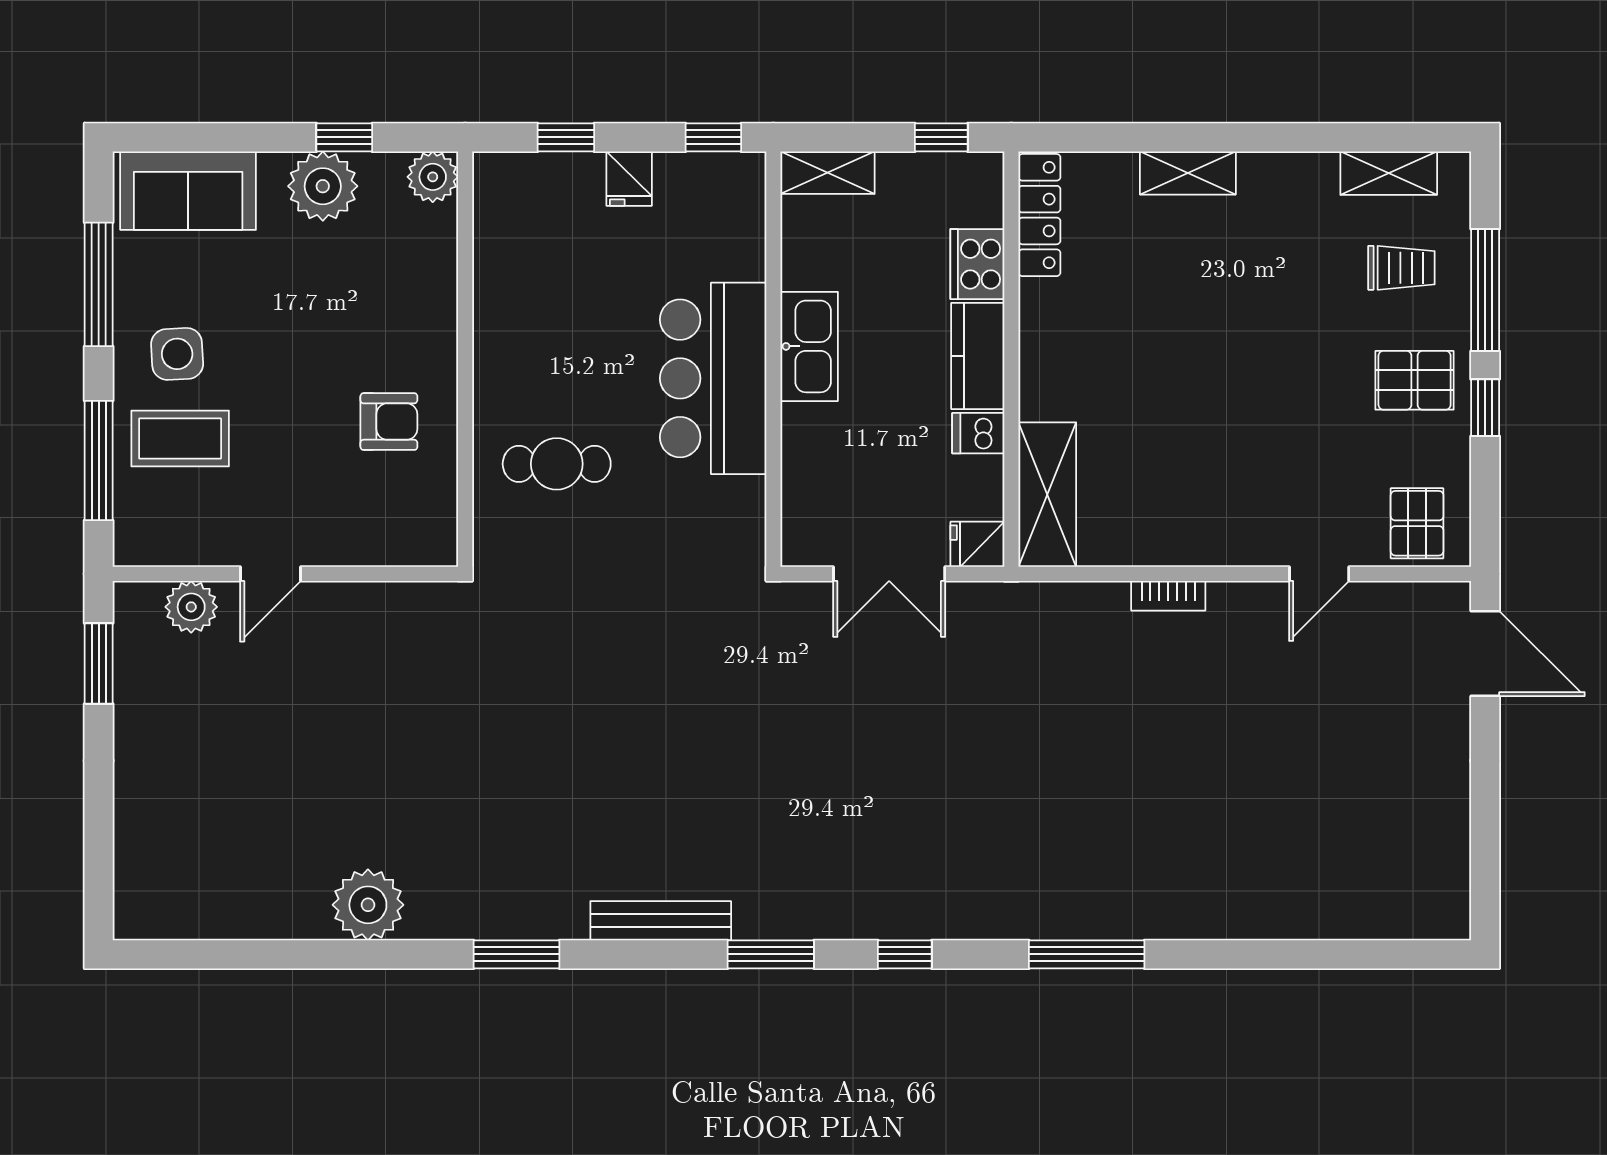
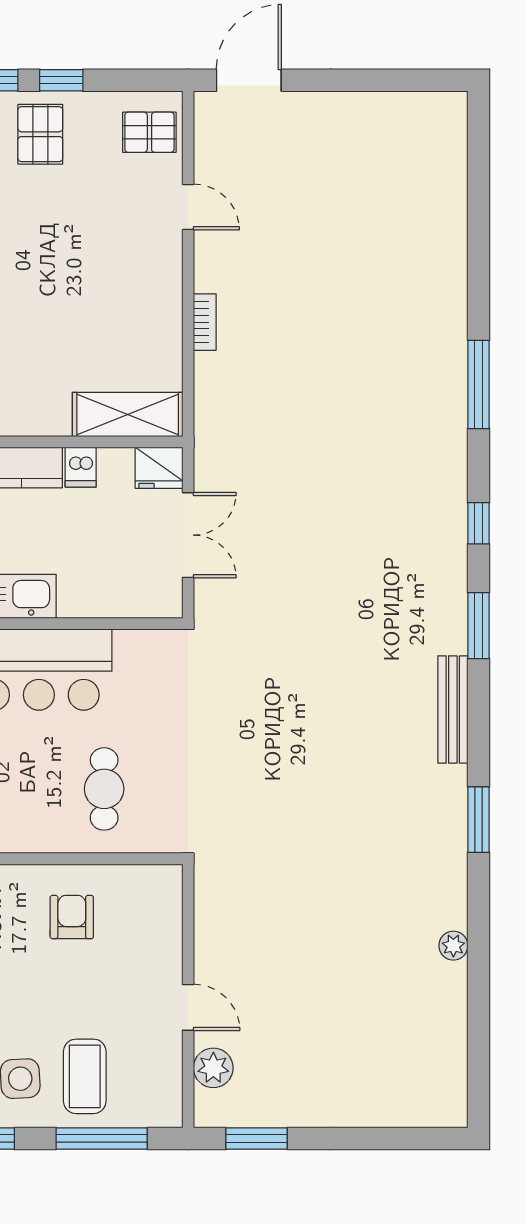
fridge: (977, 544) -> (159, 468), width x1.38
plant: (368, 905) -> (453, 946), width x0.53, depth x0.53

